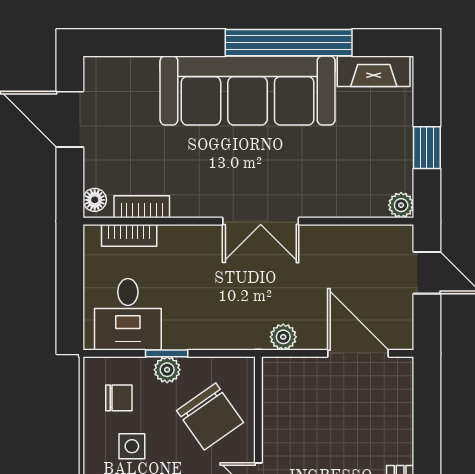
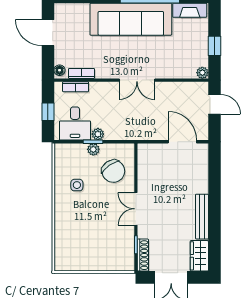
window: (70, 289) -> (48, 112), added
plant: (283, 337) -> (98, 134), moved
chair: (119, 398) -> (71, 163), removed

